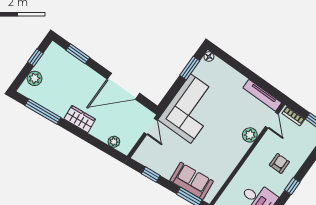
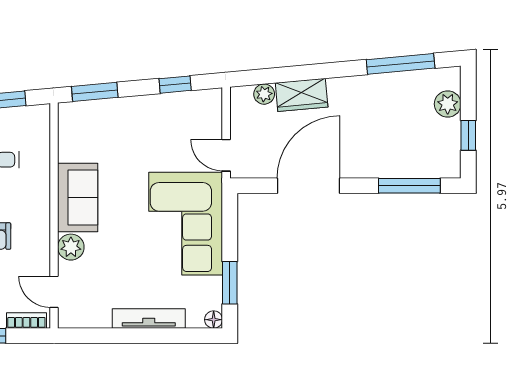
window: (78, 54) -> (409, 186), width x1.44
tv unit: (262, 95) -> (149, 319), moved
wardrobe: (80, 119) -> (302, 95), moved
sofa: (192, 181) -> (78, 197), moved, turned -85

